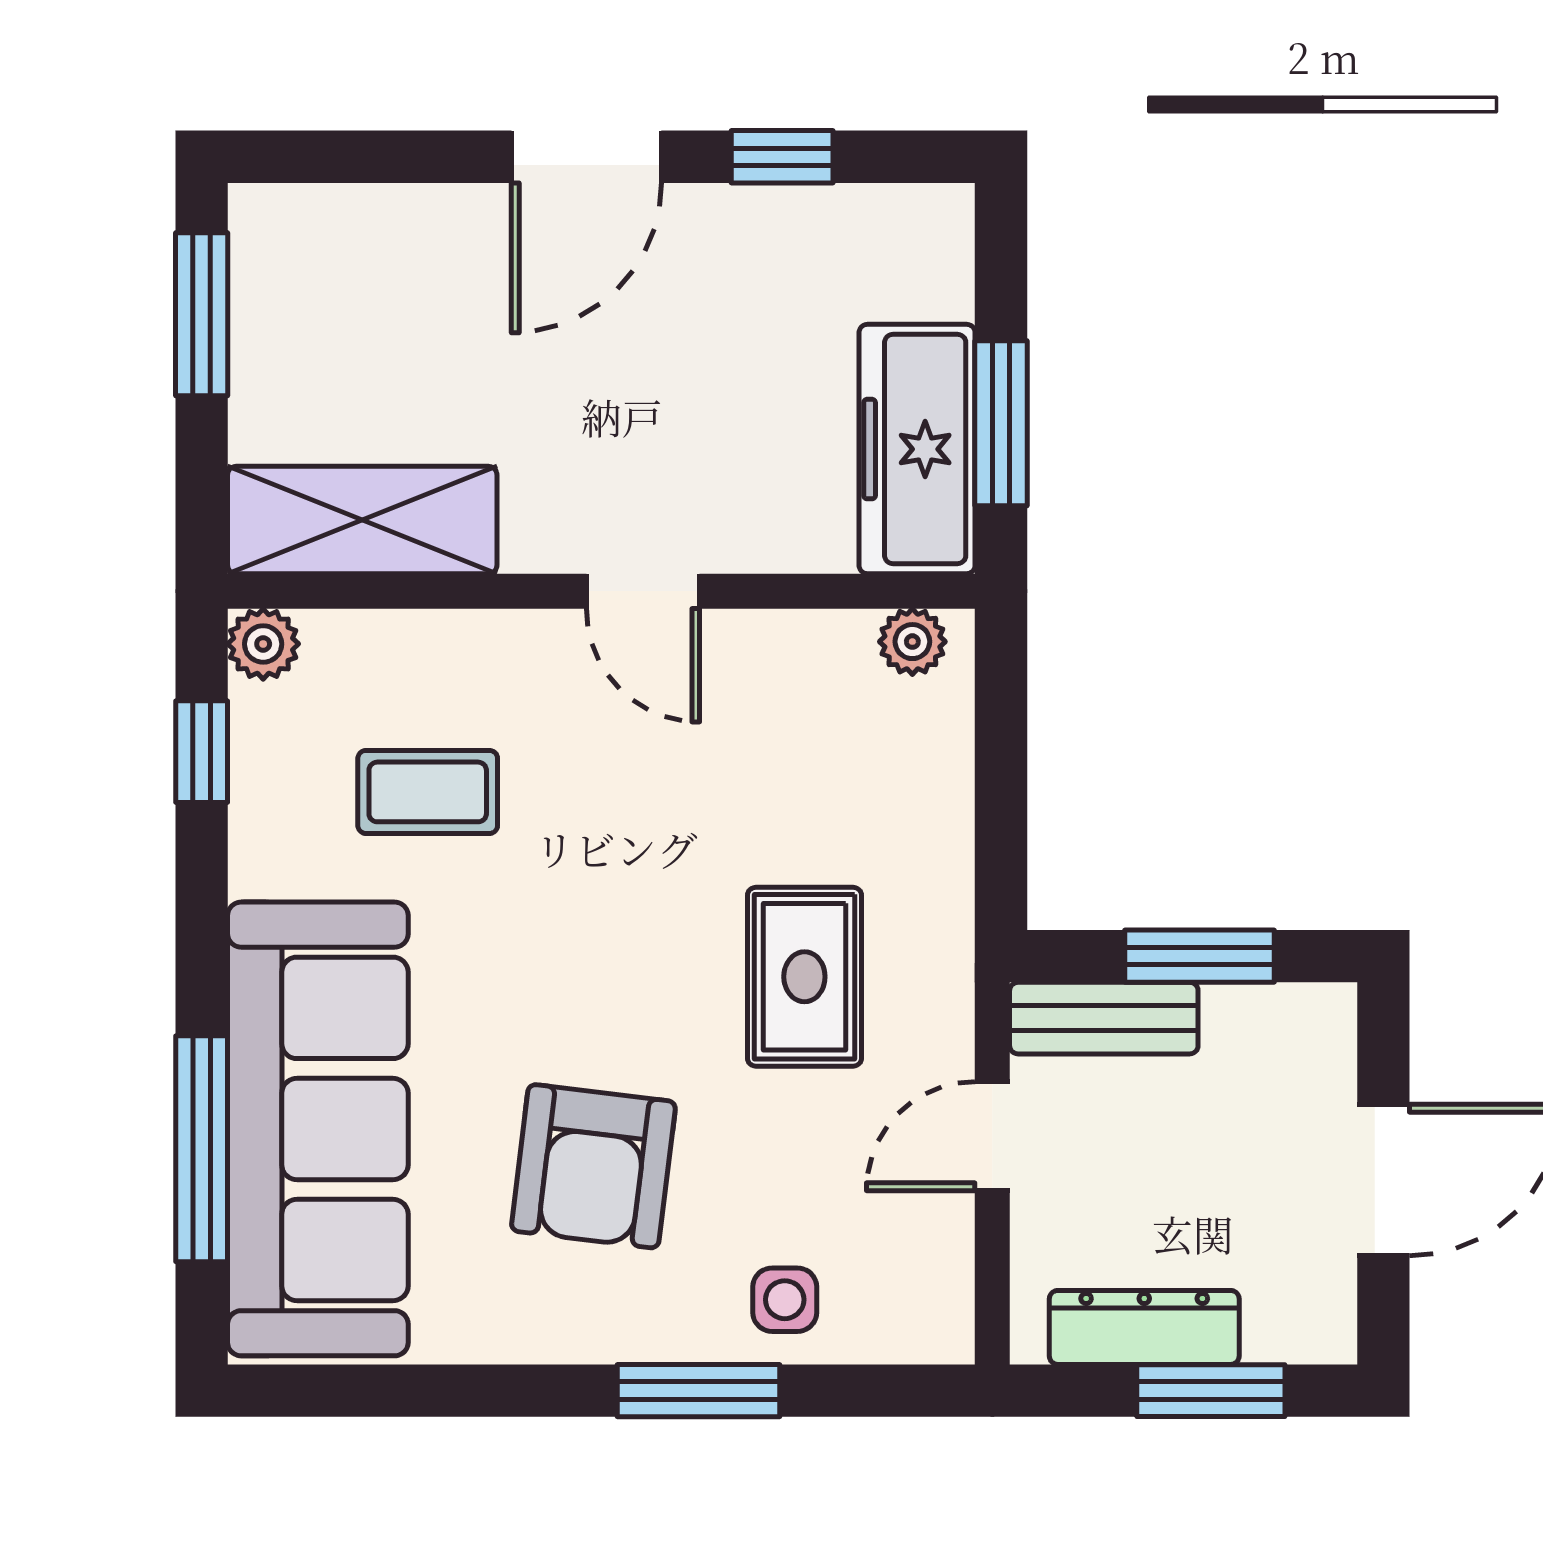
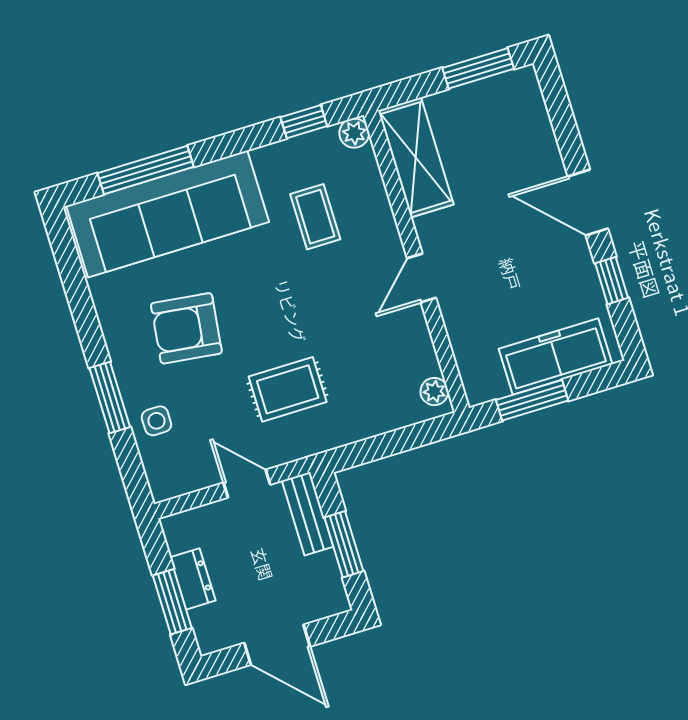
freezer: (917, 449) -> (555, 356), moved
dresser: (1144, 1327) -> (193, 579), width x0.70

